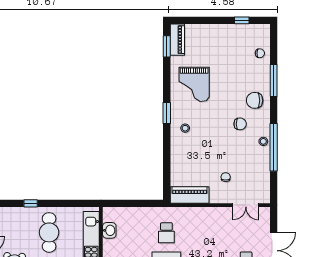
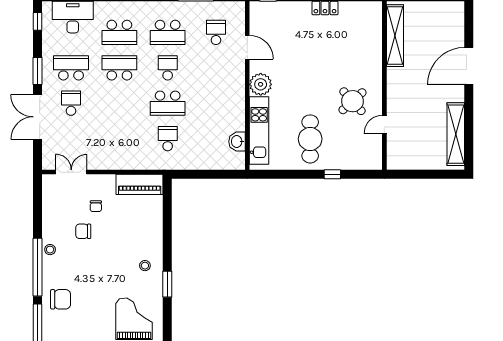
chair: (240, 124) -> (83, 231), moved
window: (274, 147) -> (37, 267), moved

